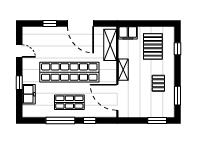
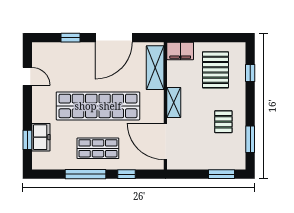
door: (81, 24) -> (114, 38), hinge flipped
window: (19, 83) -> (27, 140), moved

